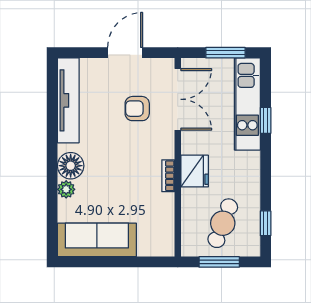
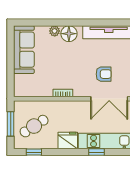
armchair: (137, 109) -> (104, 74), turned 90
fridge: (195, 171) -> (68, 141), moved, turned 180
cafe table: (223, 223) -> (34, 126), turned -54

